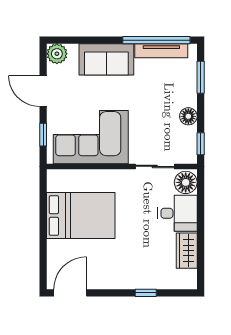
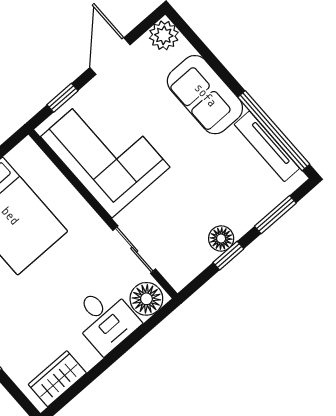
window: (201, 144) -> (228, 256), moved
wardrobe: (187, 251) -> (57, 379), moved

